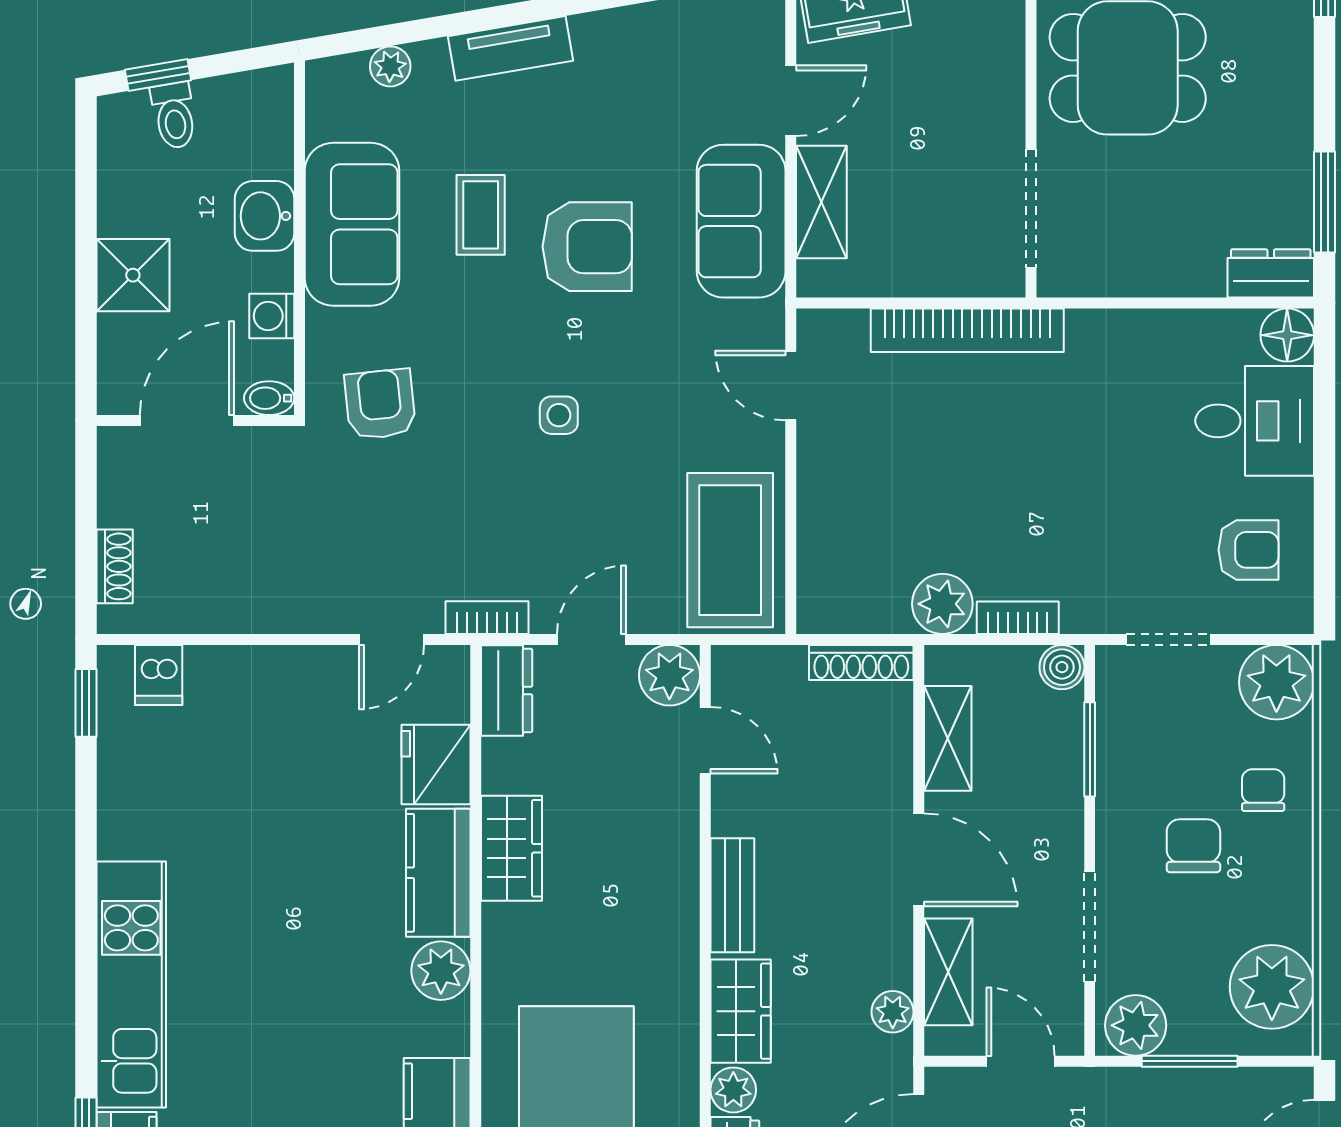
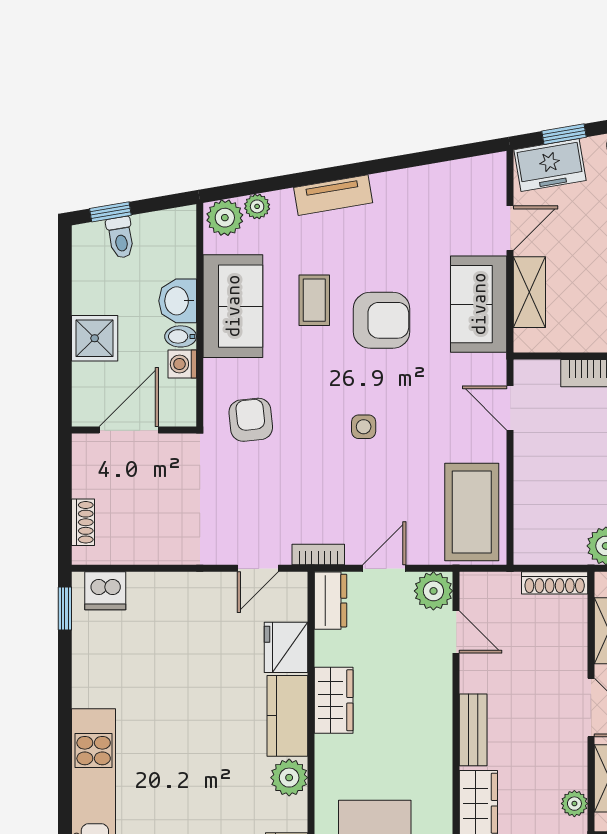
plant: (339, 84) -> (225, 218), added
bidet: (269, 398) -> (181, 336), moved
dishwasher: (159, 675) -> (105, 591), width x1.38

